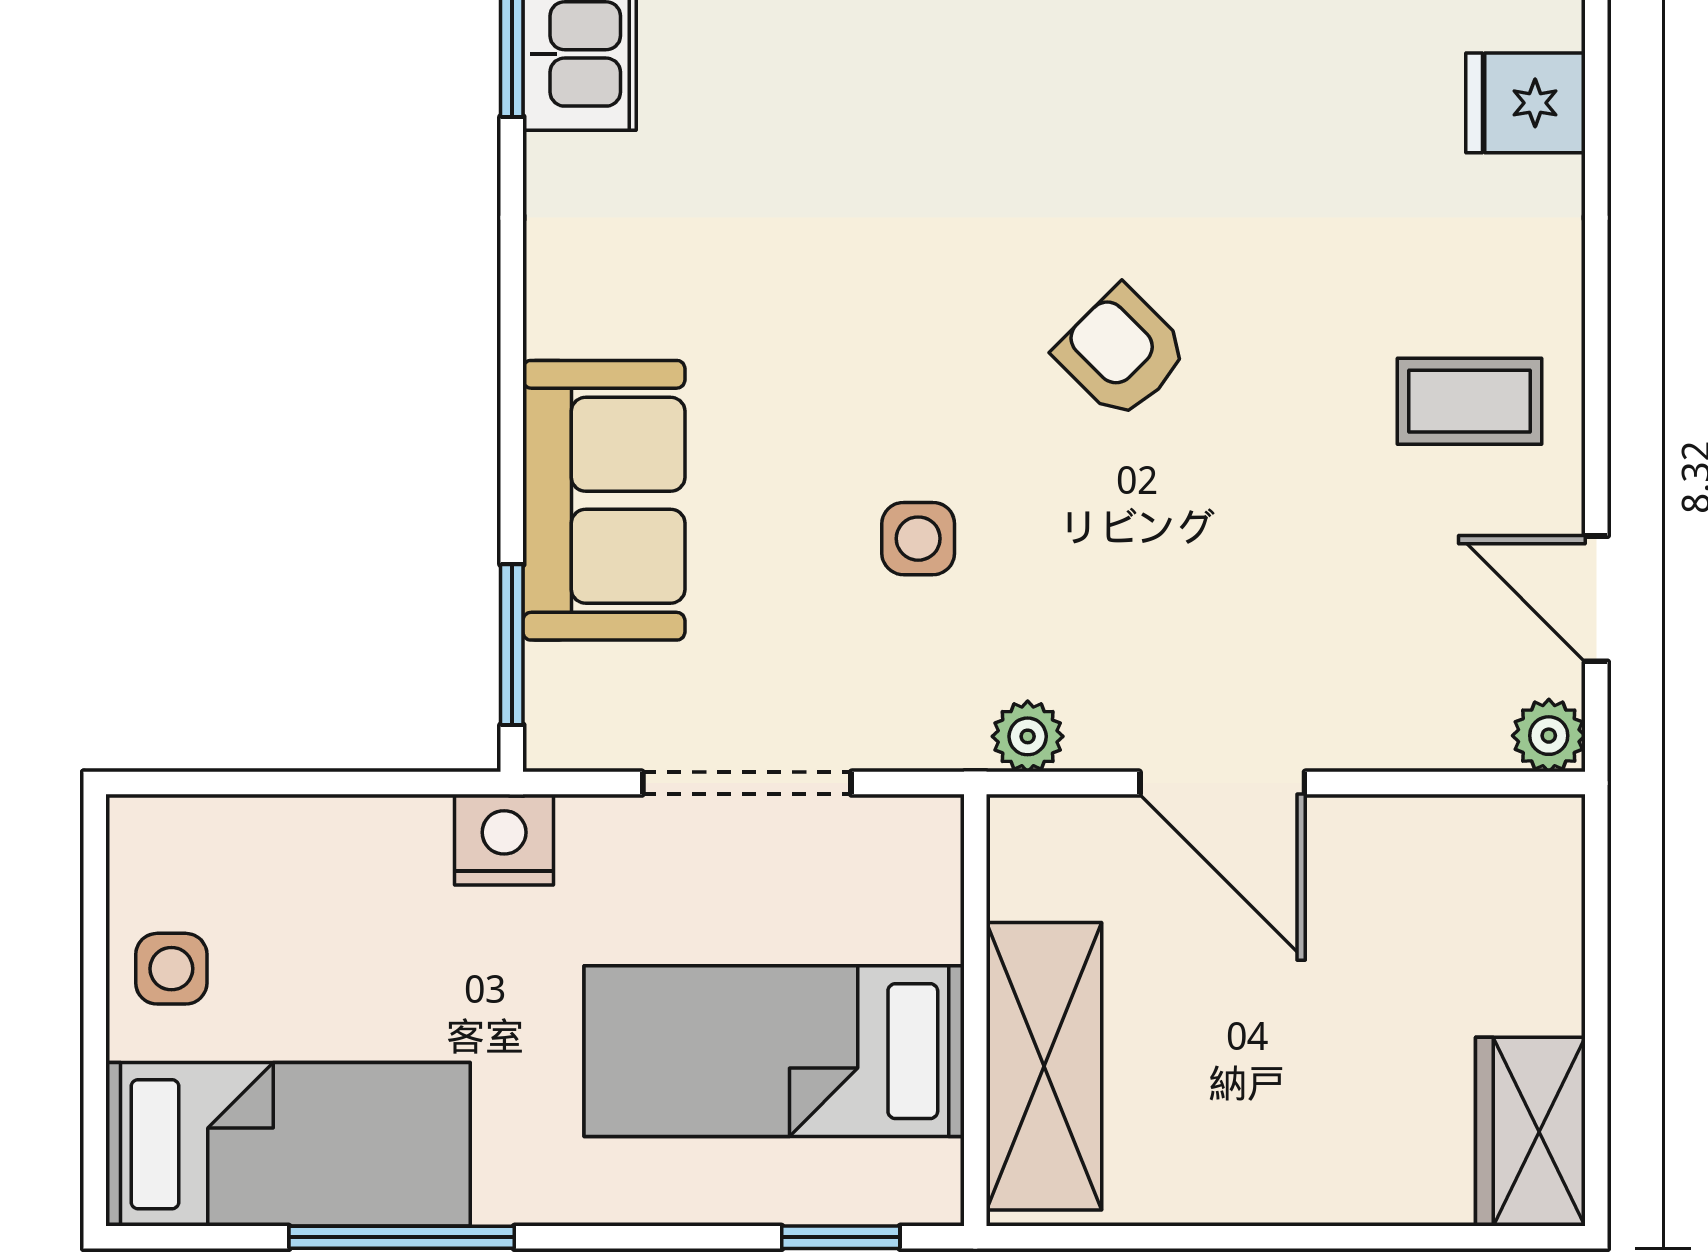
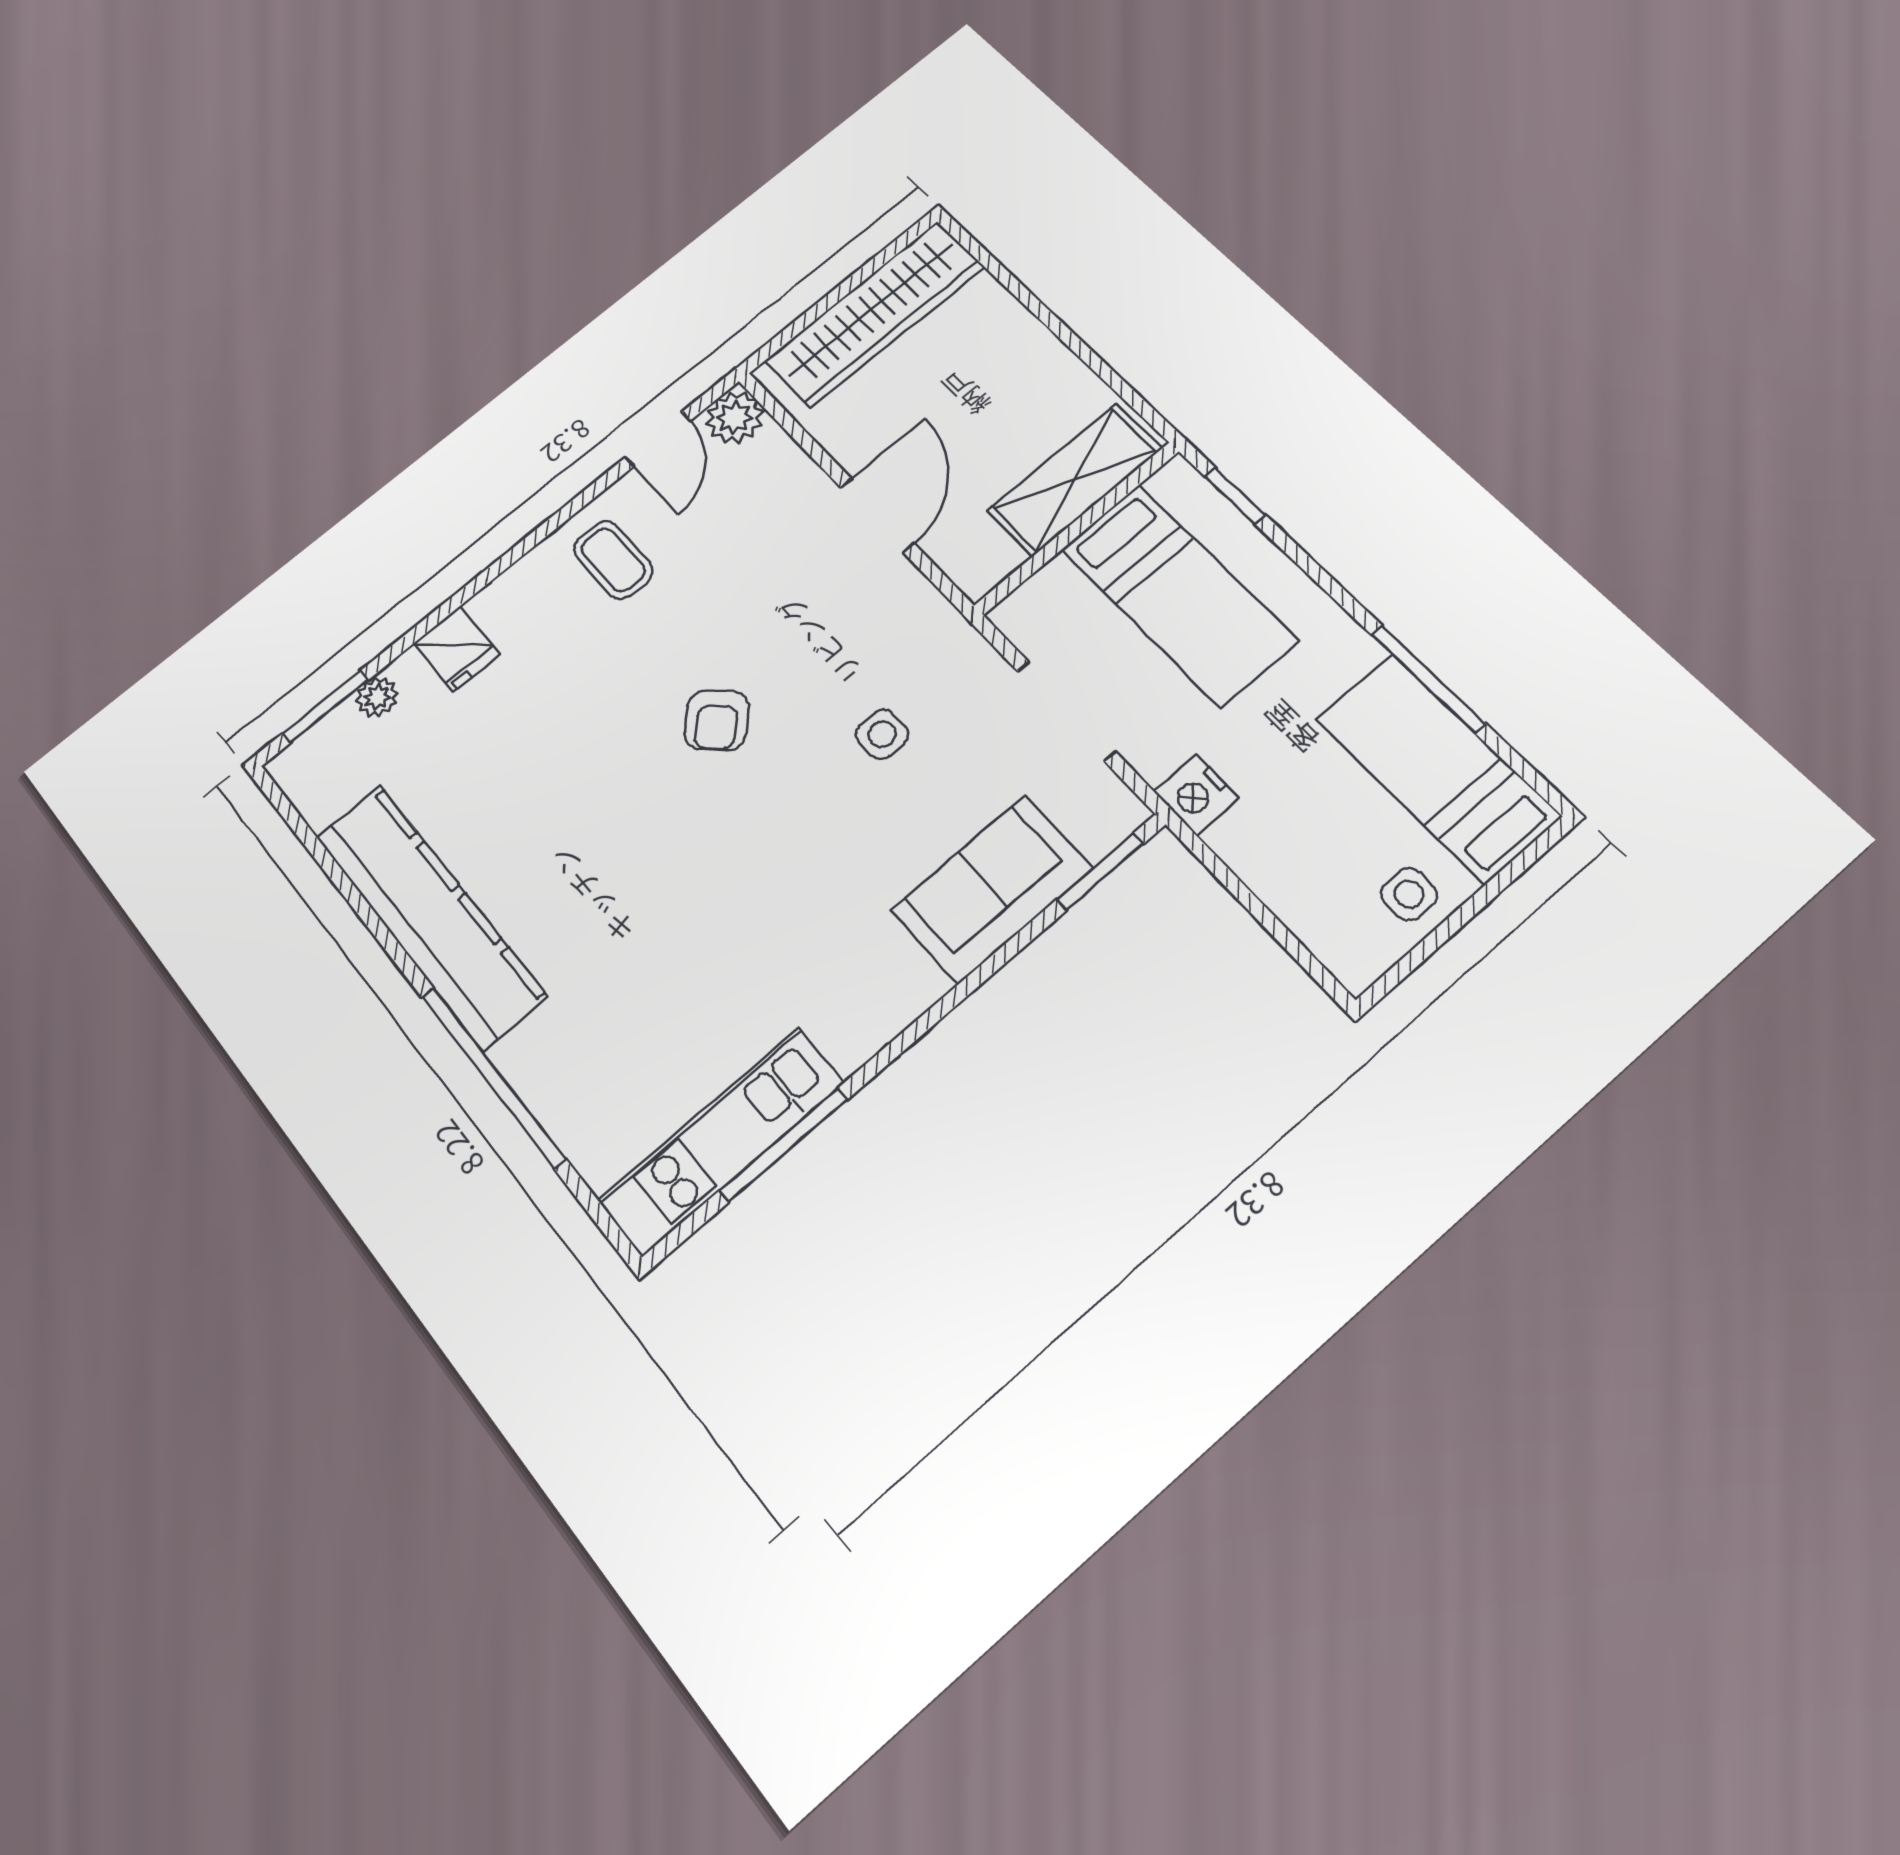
plant: (1028, 736) -> (931, 611), removed
plant: (1549, 736) -> (734, 418), width x1.38, depth x1.38
wardrobe: (1530, 1132) -> (875, 314), width x2.10, depth x1.17

